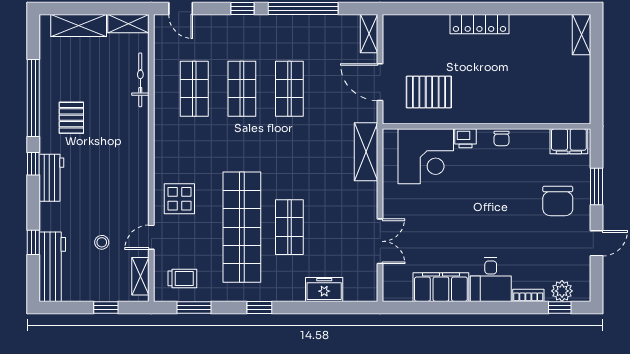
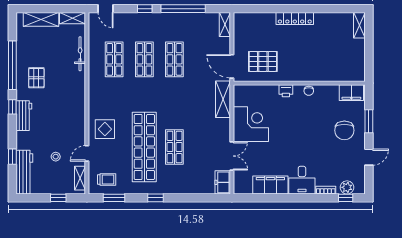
door: (380, 82) -> (232, 66), moved
corner desk: (426, 156) -> (251, 124), moved, turned -90
freezer: (324, 289) -> (223, 182), moved, turned -90

